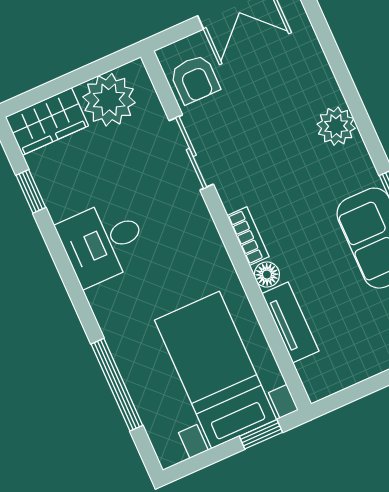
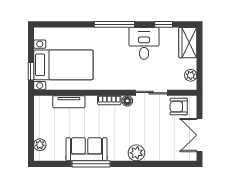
plant: (109, 100) -> (191, 75), width x0.53, depth x0.53
desk: (103, 242) -> (144, 43), moved
floor lamp: (267, 275) -> (127, 101), moved
window: (117, 385) -> (114, 24), moved

